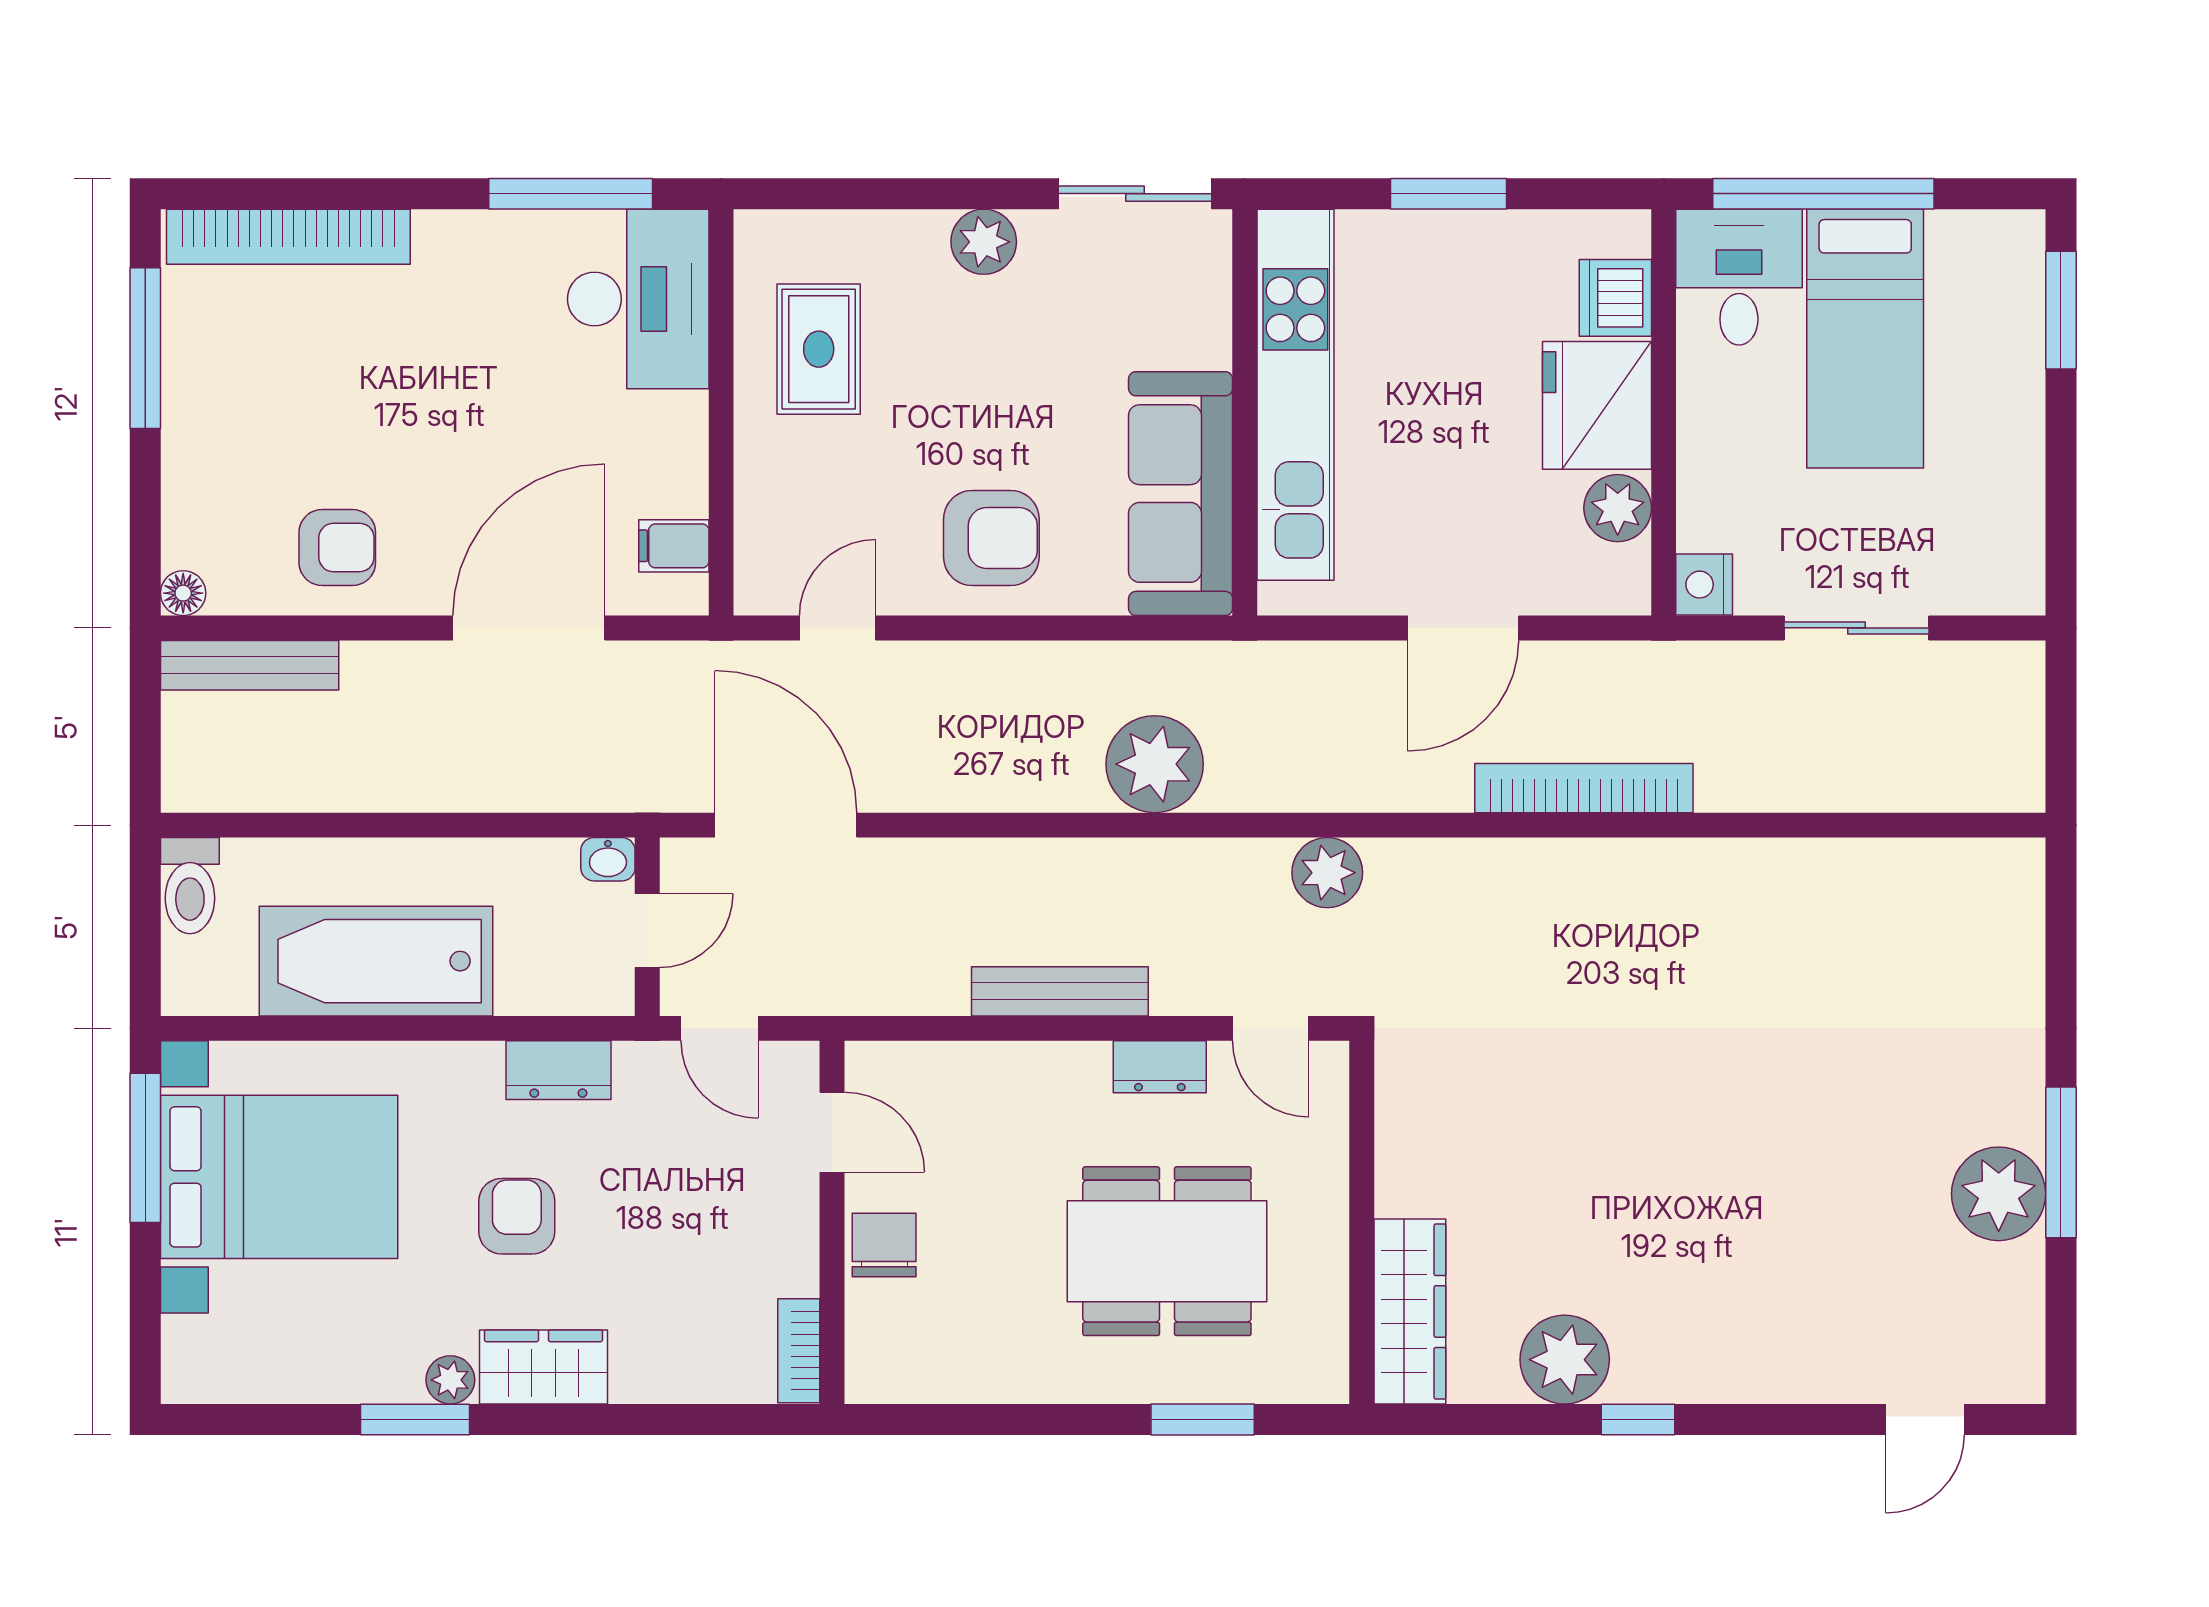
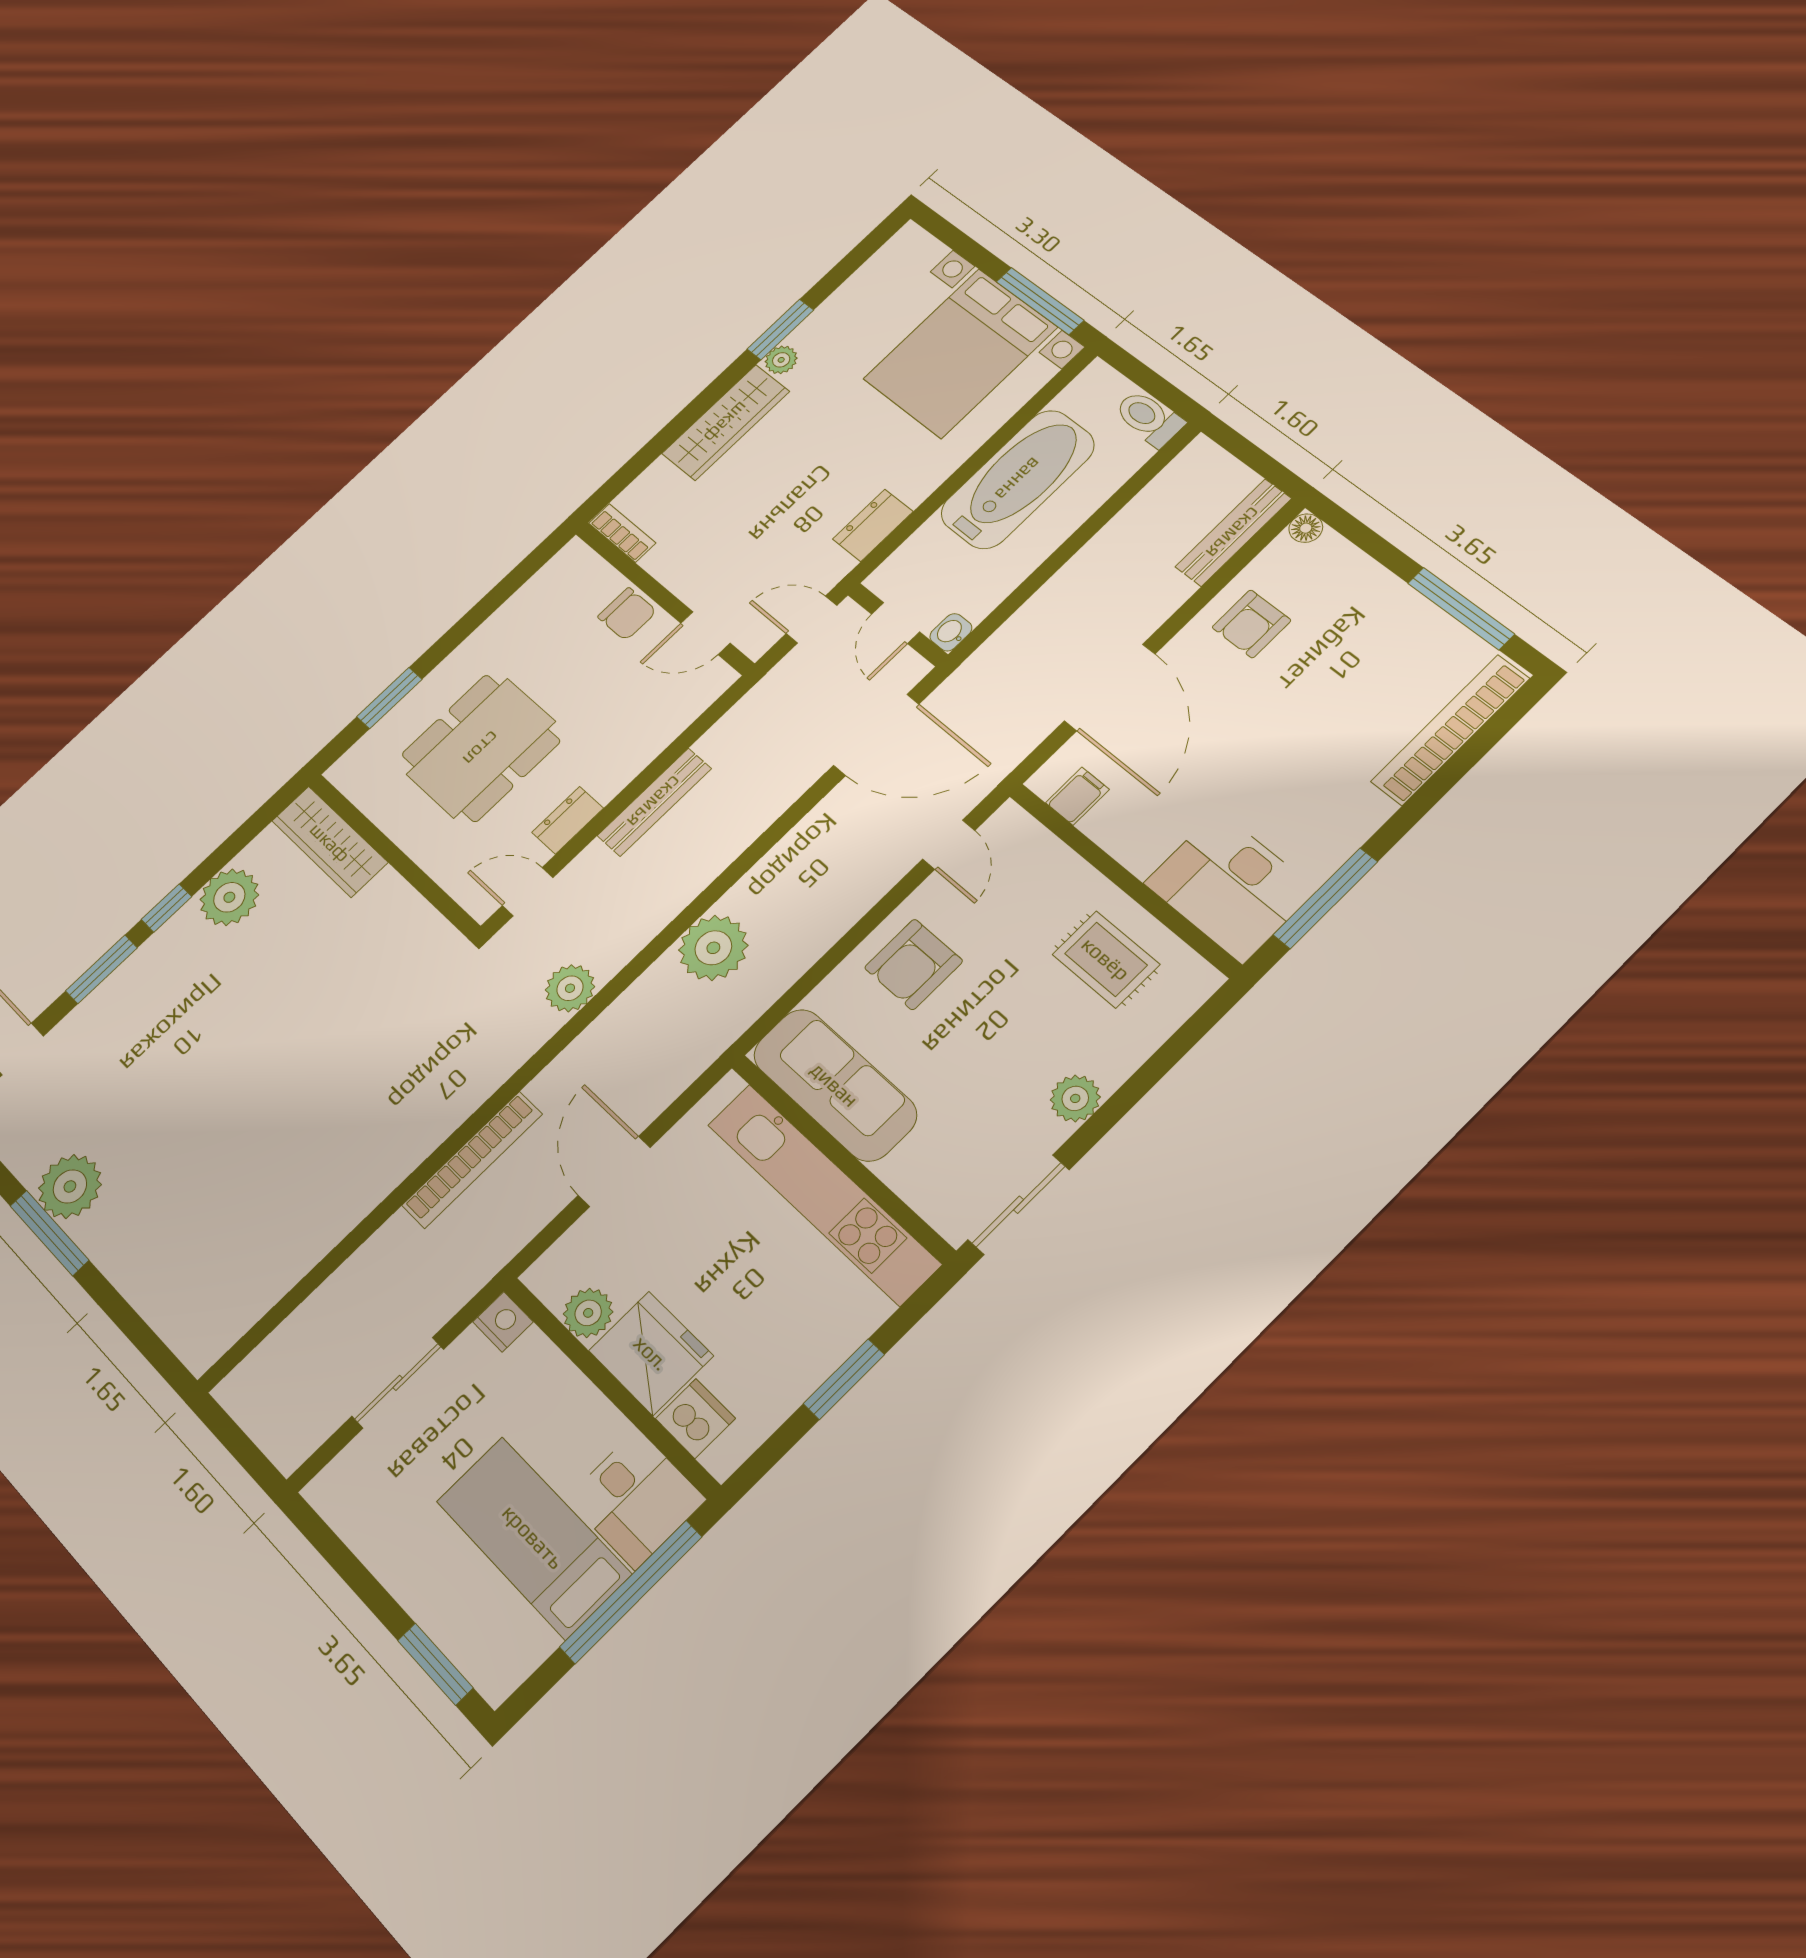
armchair: (517, 1216) -> (824, 450), removed
wardrobe: (543, 1367) -> (726, 422), width x1.50
window: (1763, 1419) -> (101, 969), added

